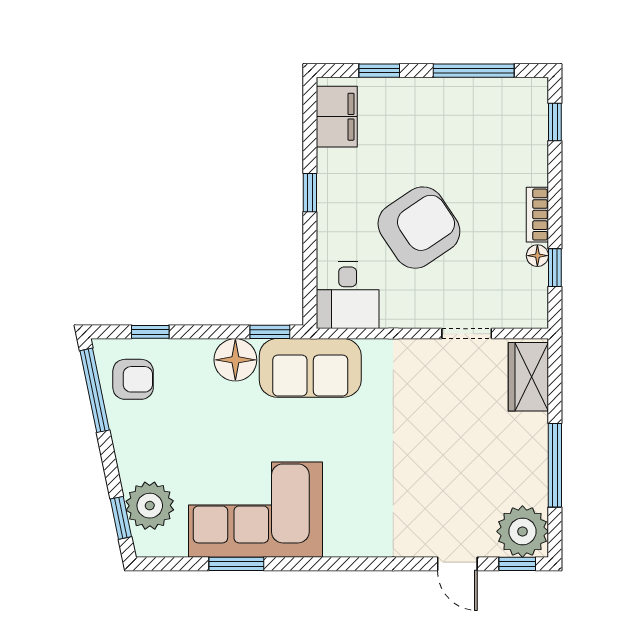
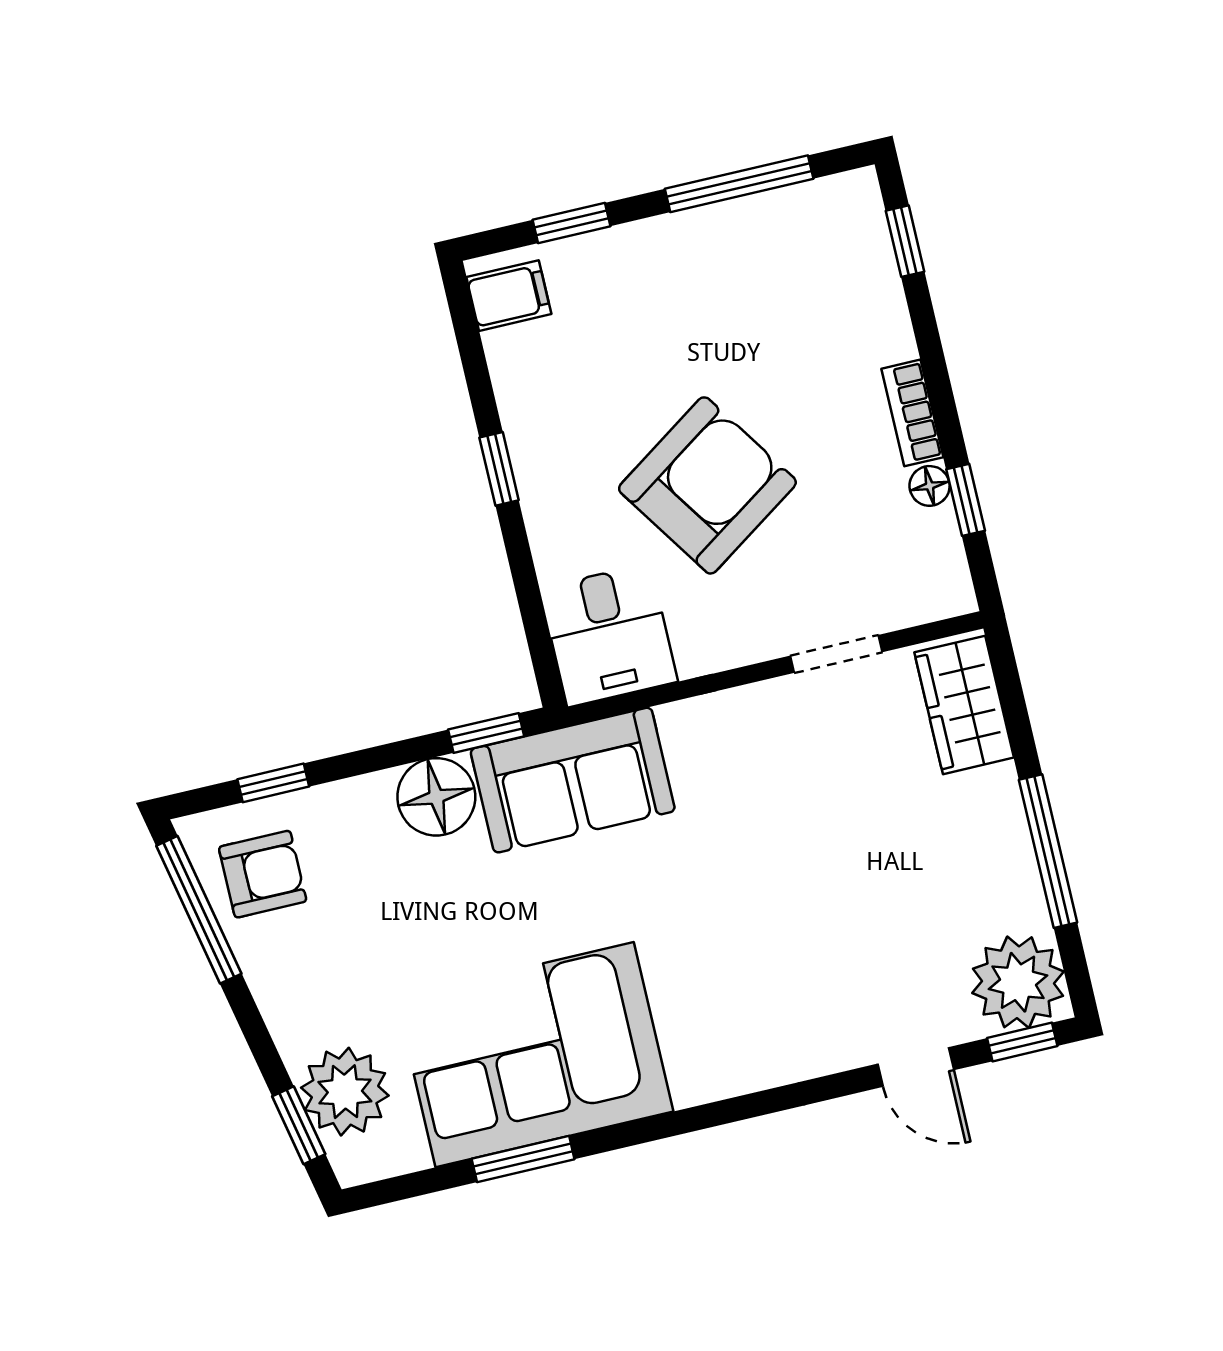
filing cabinet: (337, 117) -> (509, 296), width x0.50

